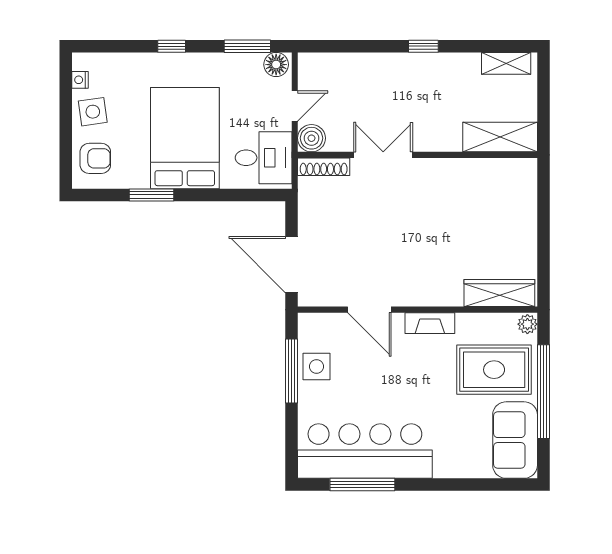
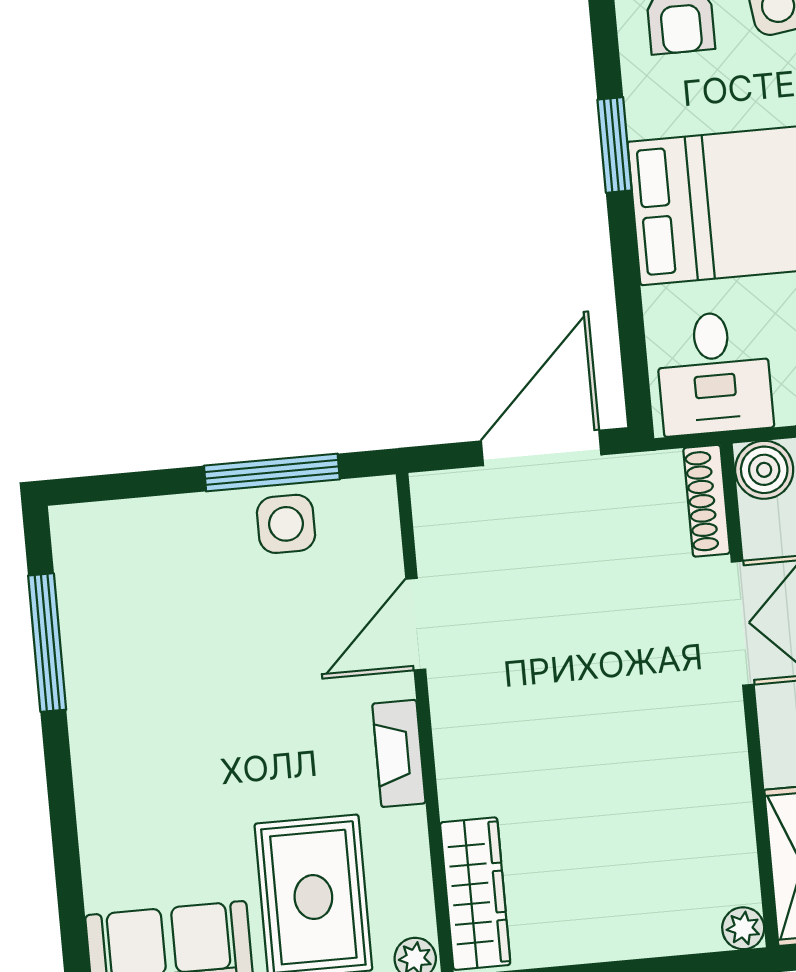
plant: (527, 168) -> (743, 928), added
door: (292, 265) -> (541, 448), moved
bar counter: (365, 451) -> (118, 642), removed

